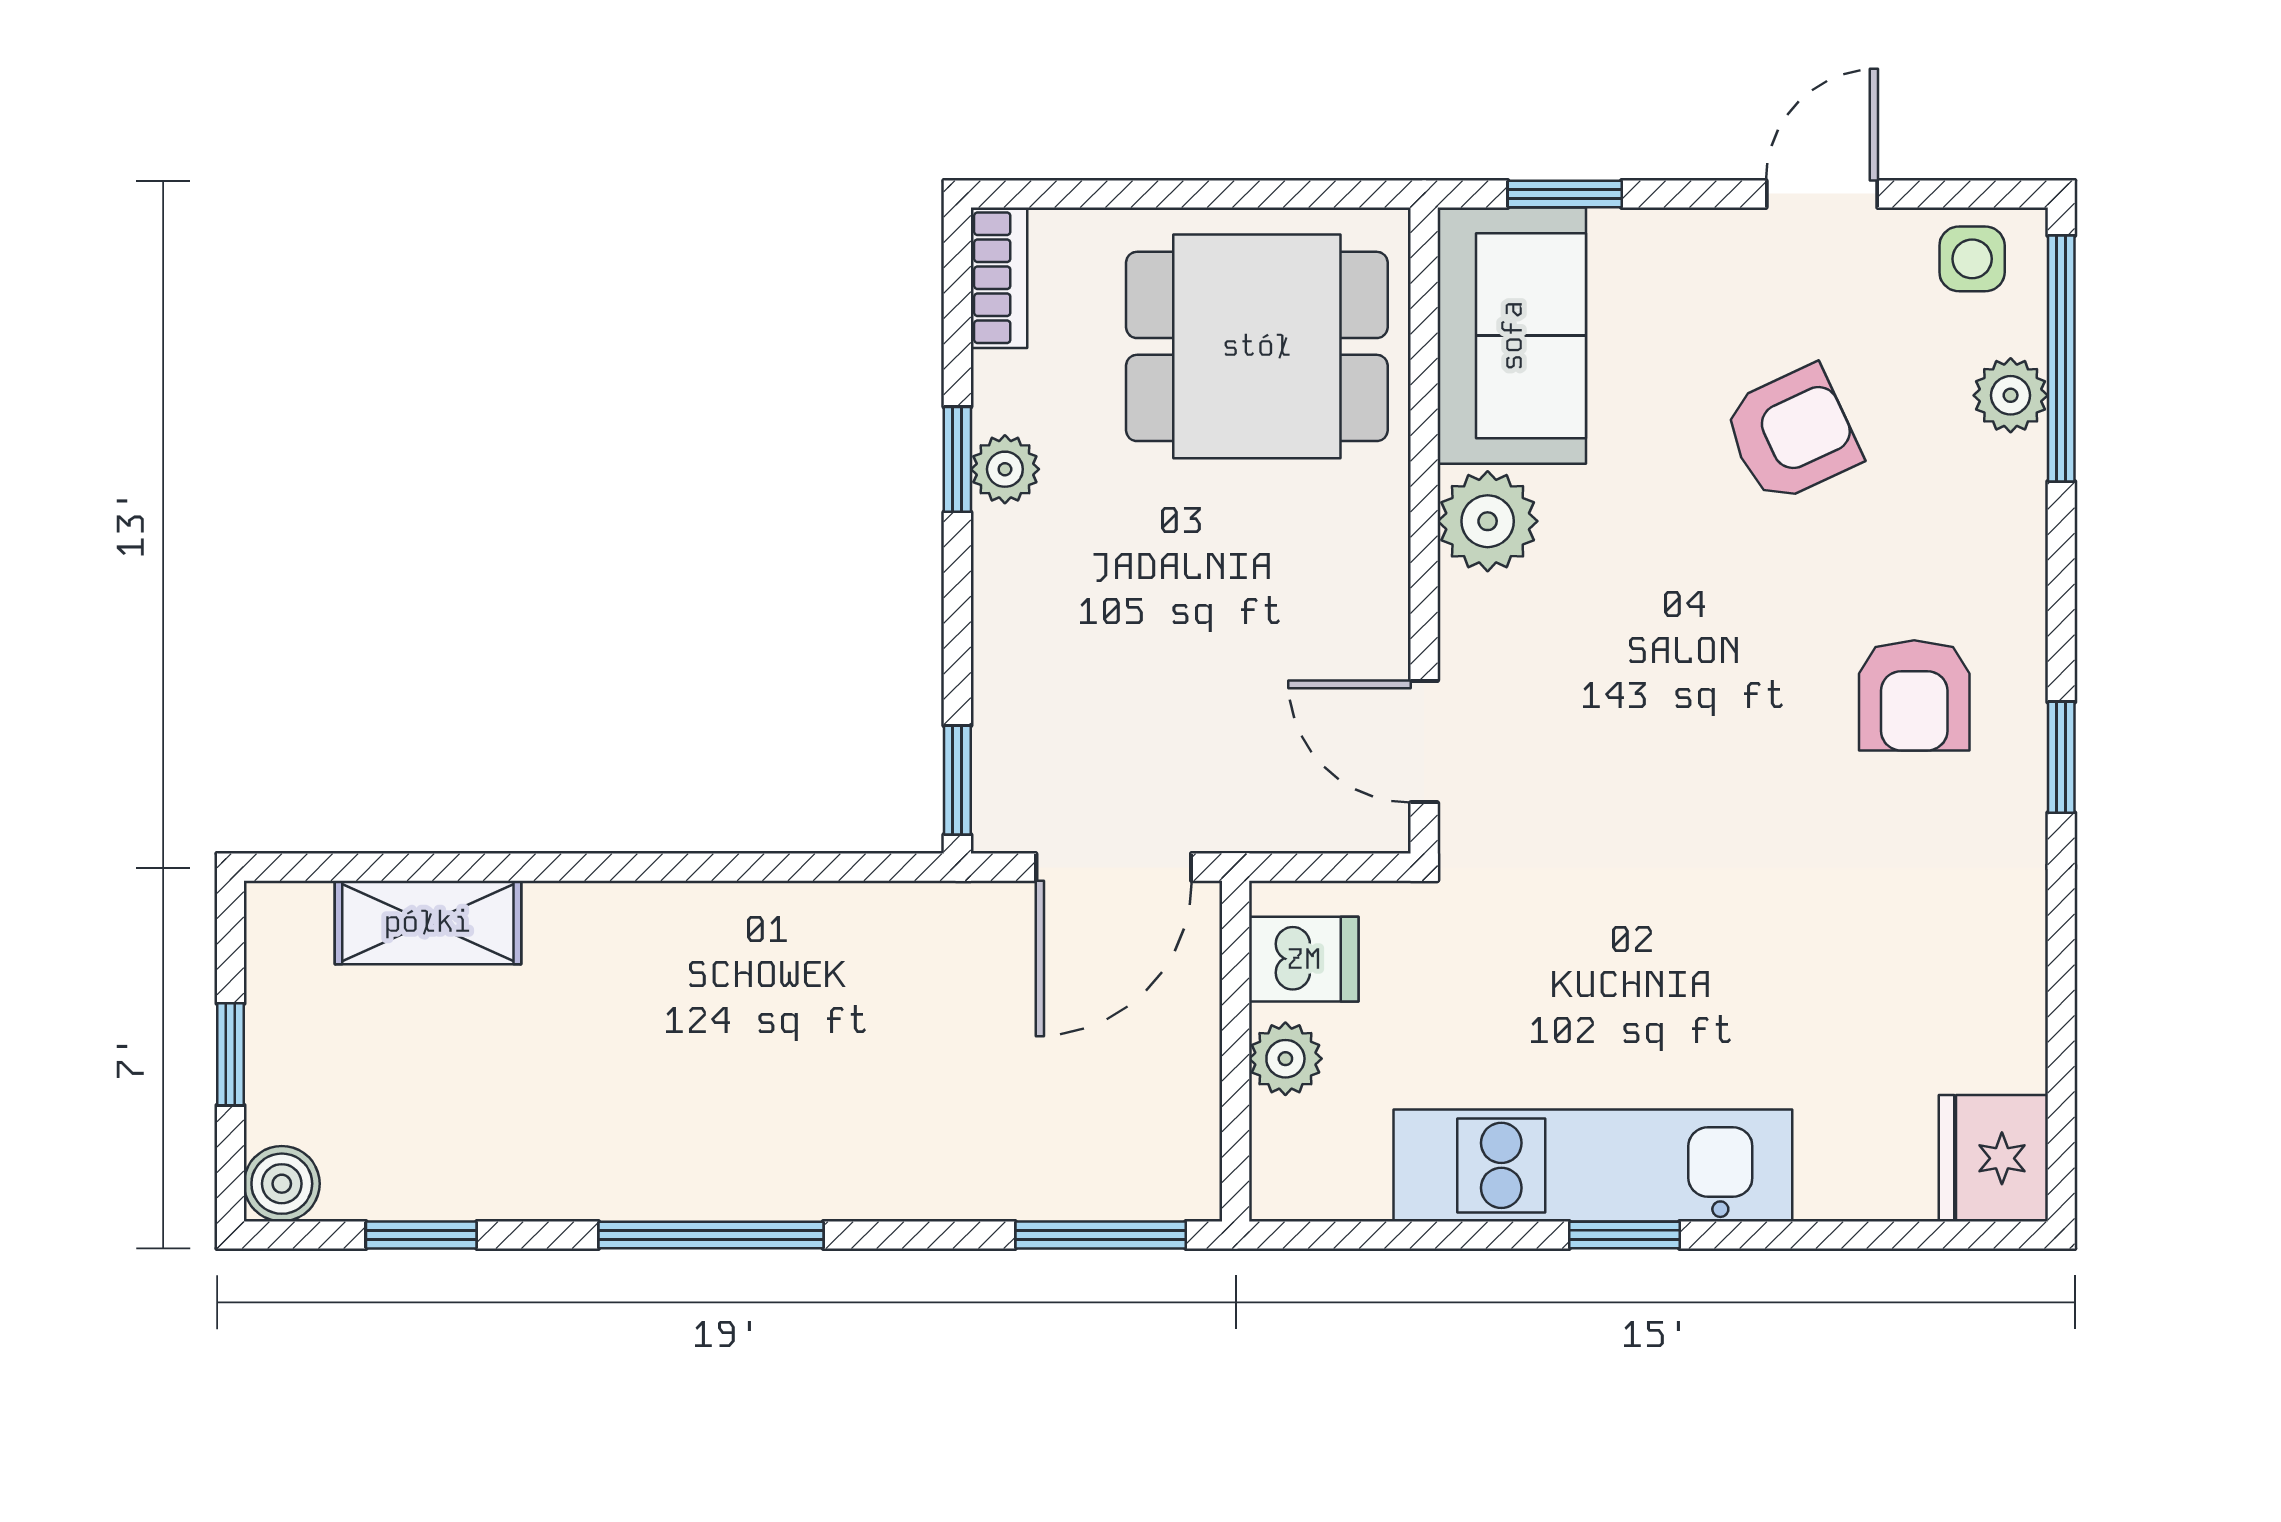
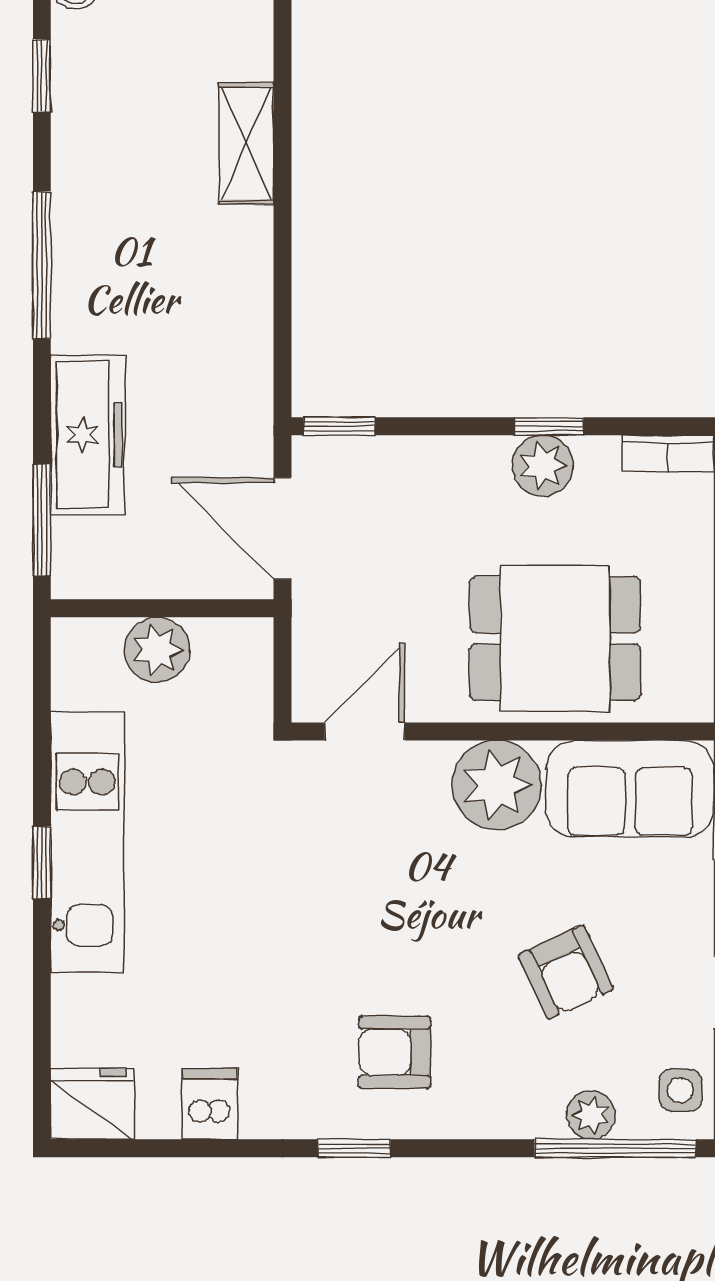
dining table: (1257, 346) -> (555, 638), moved, turned 90
plant: (1005, 469) -> (543, 466), width x1.38, depth x1.38
plant: (1488, 521) -> (497, 785), width x1.36, depth x1.36
shelving: (428, 922) -> (246, 144), moved
dishwasher: (1304, 959) -> (210, 1104), moved, turned 180
plant: (1285, 1059) -> (157, 650), width x1.38, depth x1.38
freezer: (971, 1165) -> (88, 435), added

